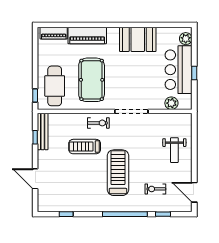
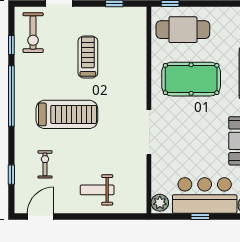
plant: (171, 103) -> (160, 203), moved
exercise bike: (98, 123) -> (33, 33), moved, width x1.38, depth x1.39
bench: (43, 132) -> (122, 14), removed
treadmill: (85, 147) -> (88, 57), moved
window: (125, 214) -> (11, 96), moved

